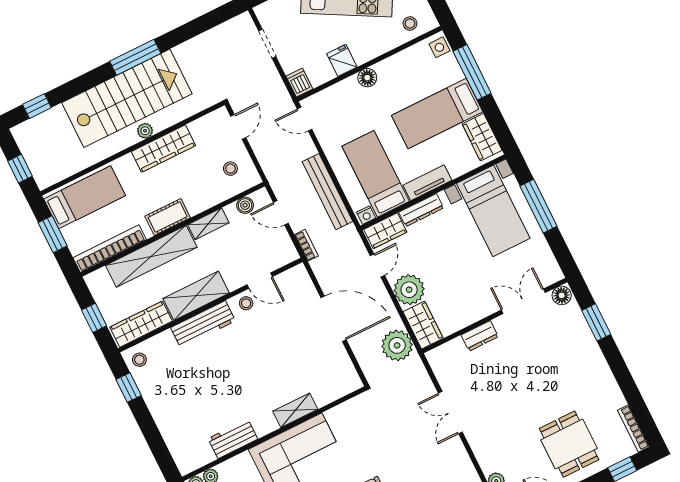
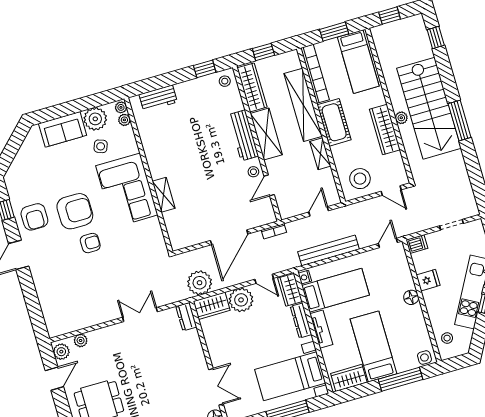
stool: (230, 169) -> (360, 179), width x1.89, depth x1.89
boiler: (245, 205) -> (330, 185), removed
cot: (168, 217) -> (334, 122), width x1.37, depth x1.34
bookcase: (306, 245) -> (274, 231), moved
dresser: (480, 336) -> (186, 317), moved
workbench: (233, 439) -> (158, 98), moved, turned 90

